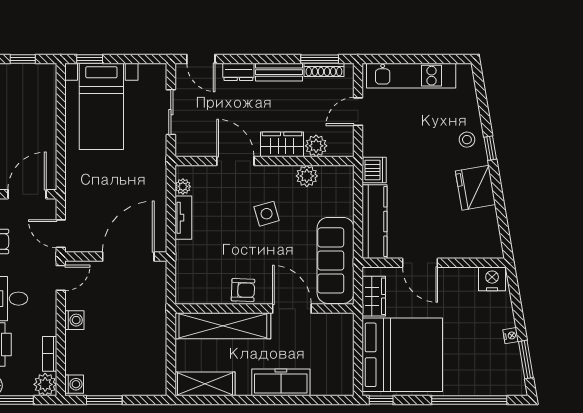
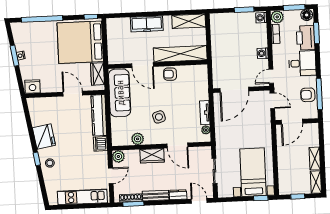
plant: (316, 146) -> (118, 156), moved
window: (526, 360) -> (14, 56), moved

